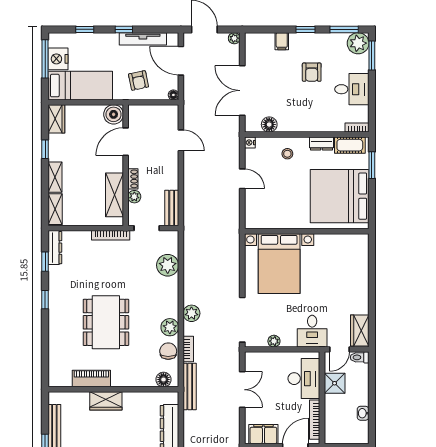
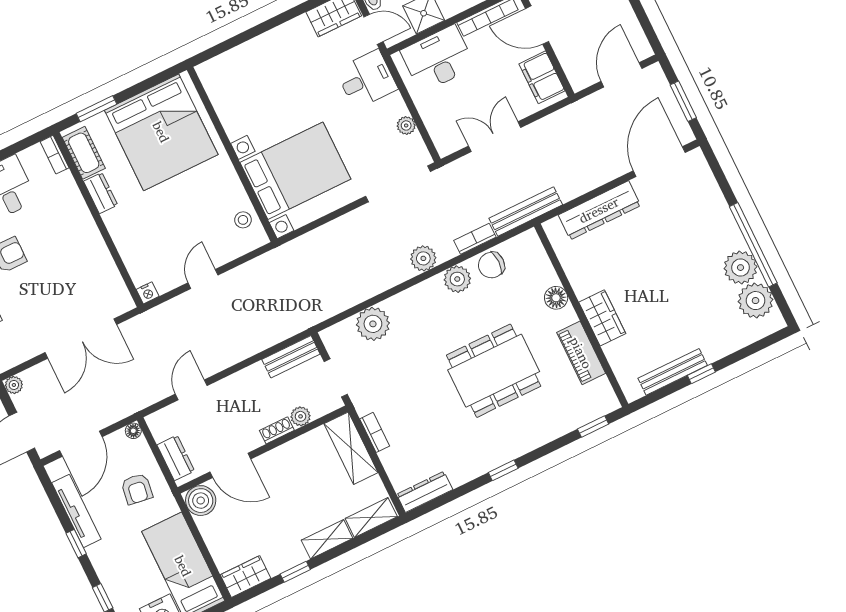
armchair: (139, 80) -> (137, 489), turned 110
dresser: (146, 112) -> (176, 458), added
floor lamp: (269, 125) -> (110, 278), removed
stool: (287, 154) -> (243, 220), moved
shelving: (114, 195) -> (351, 448), moved, turned 90
bookcase: (111, 235) -> (375, 432), width x0.64
window: (45, 262) -> (593, 427), moved
floor lamp: (163, 380) -> (556, 298), moved

